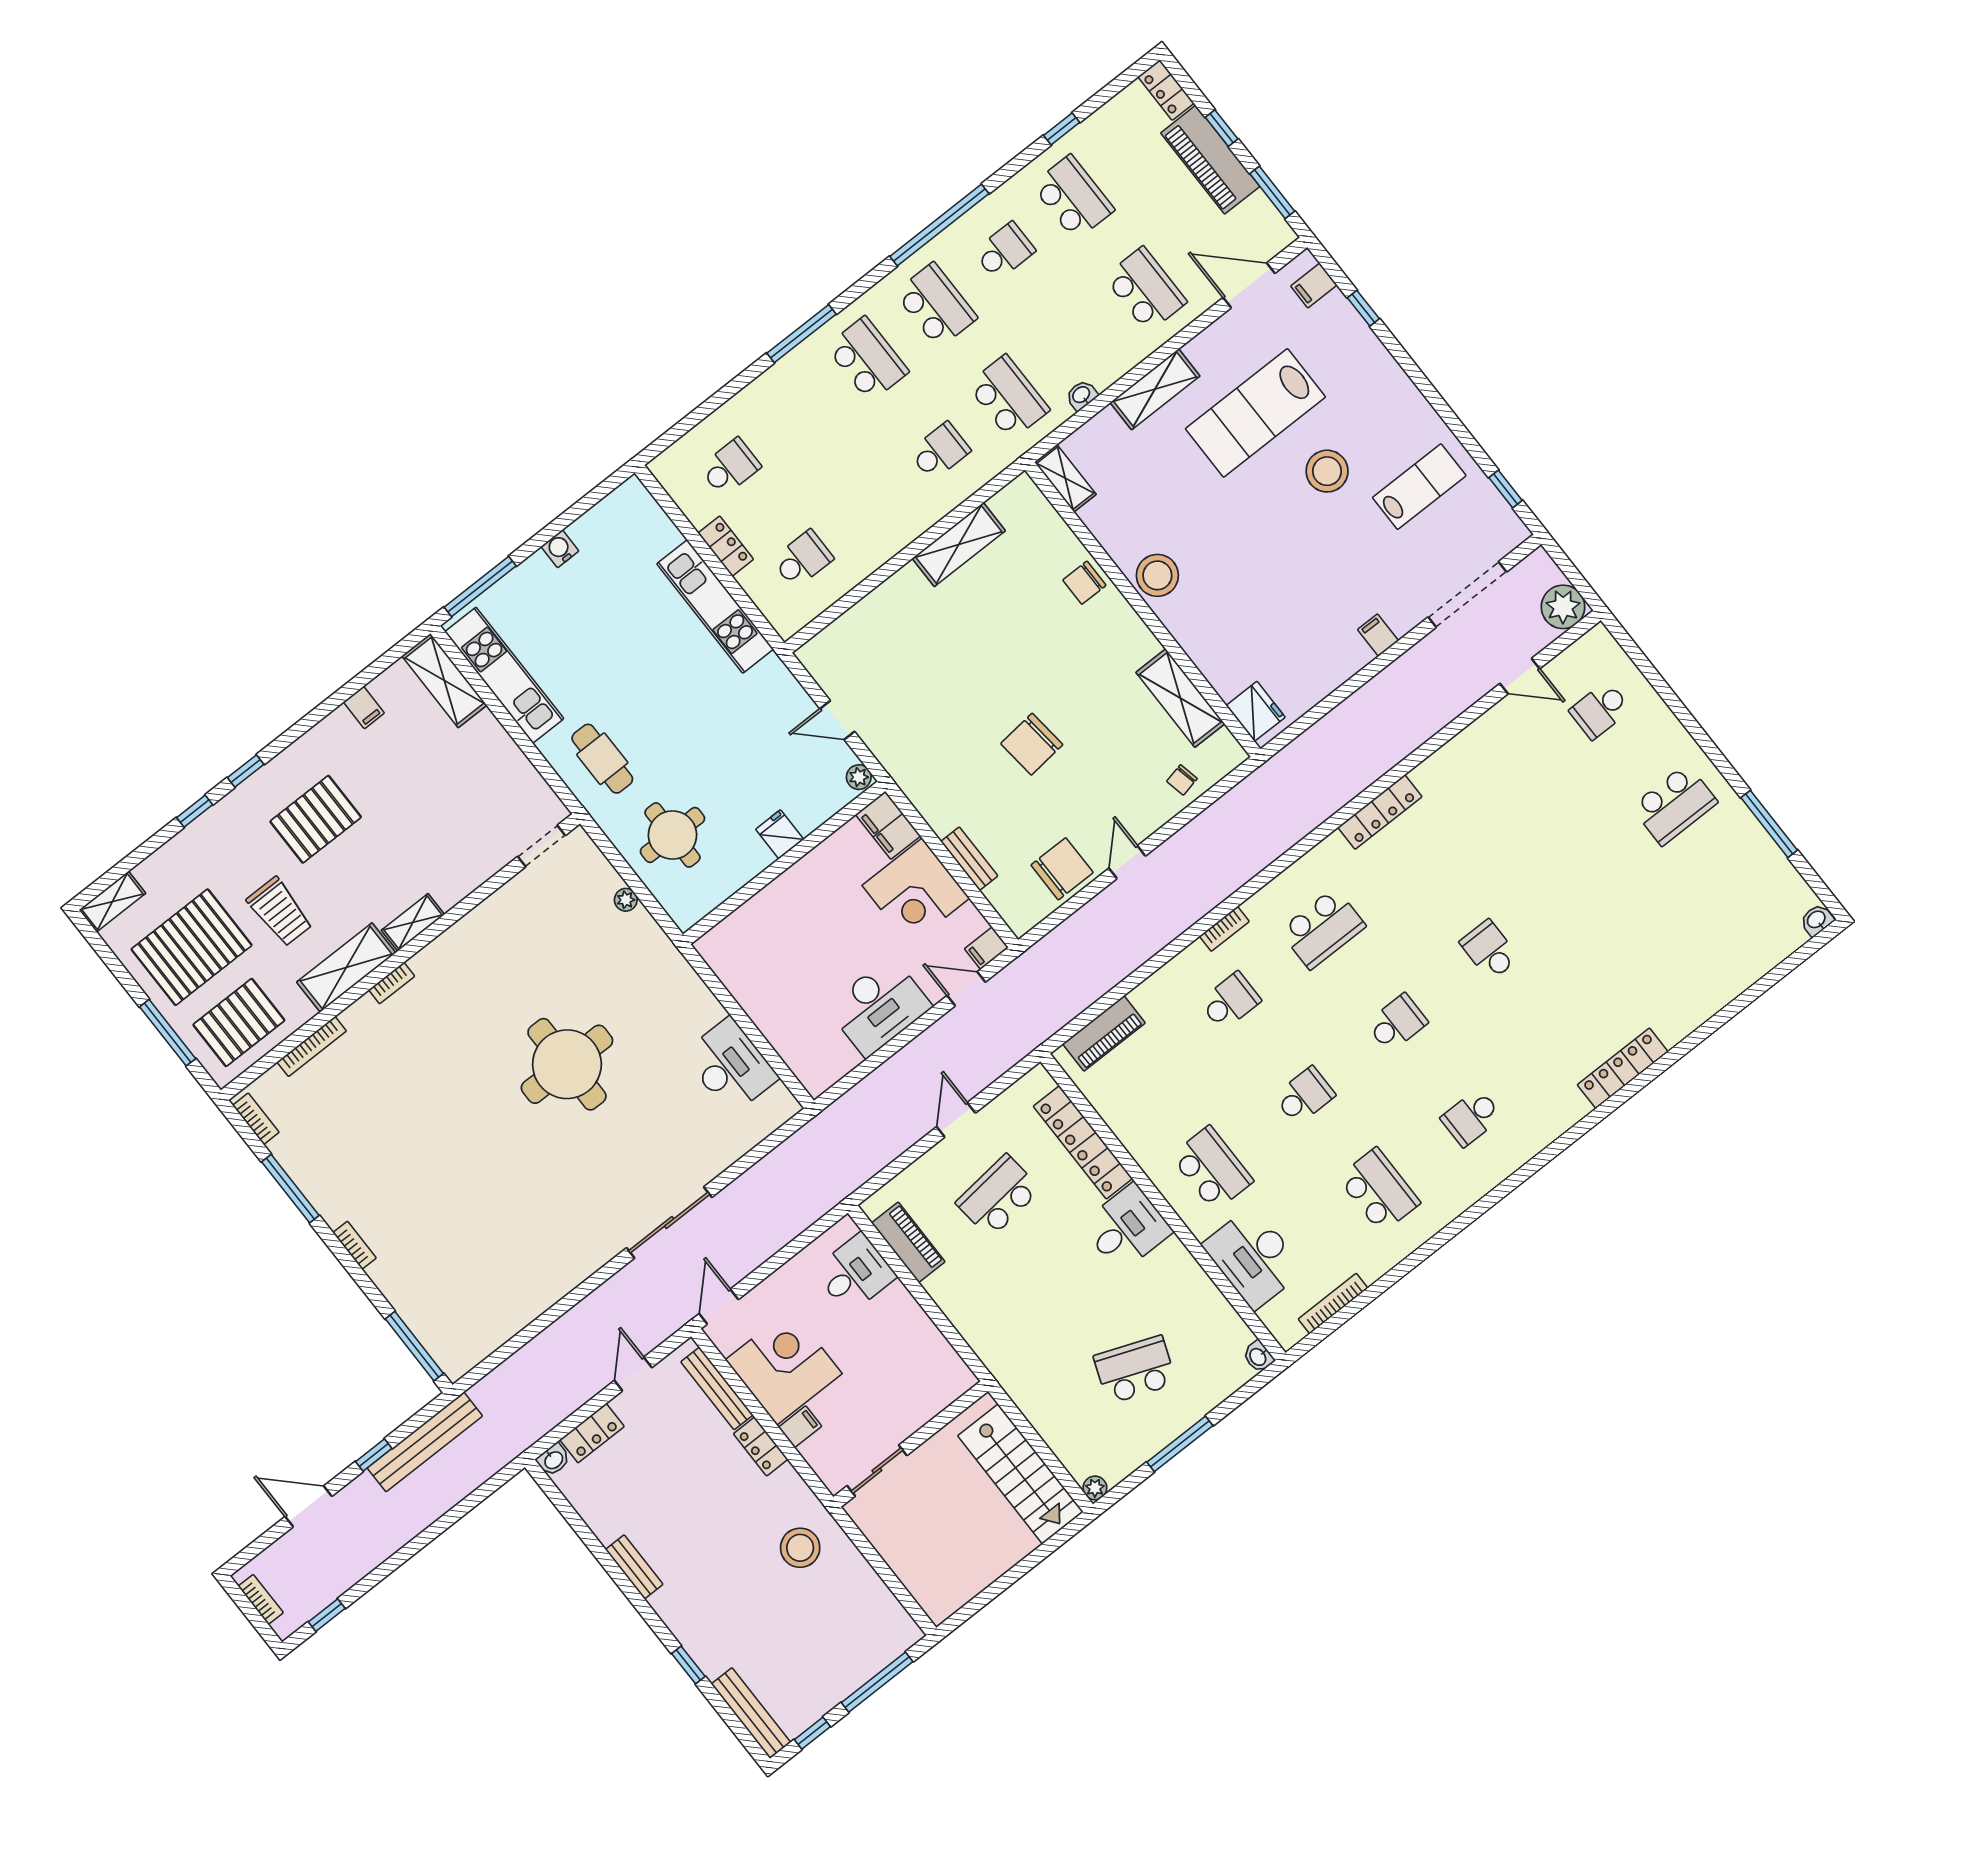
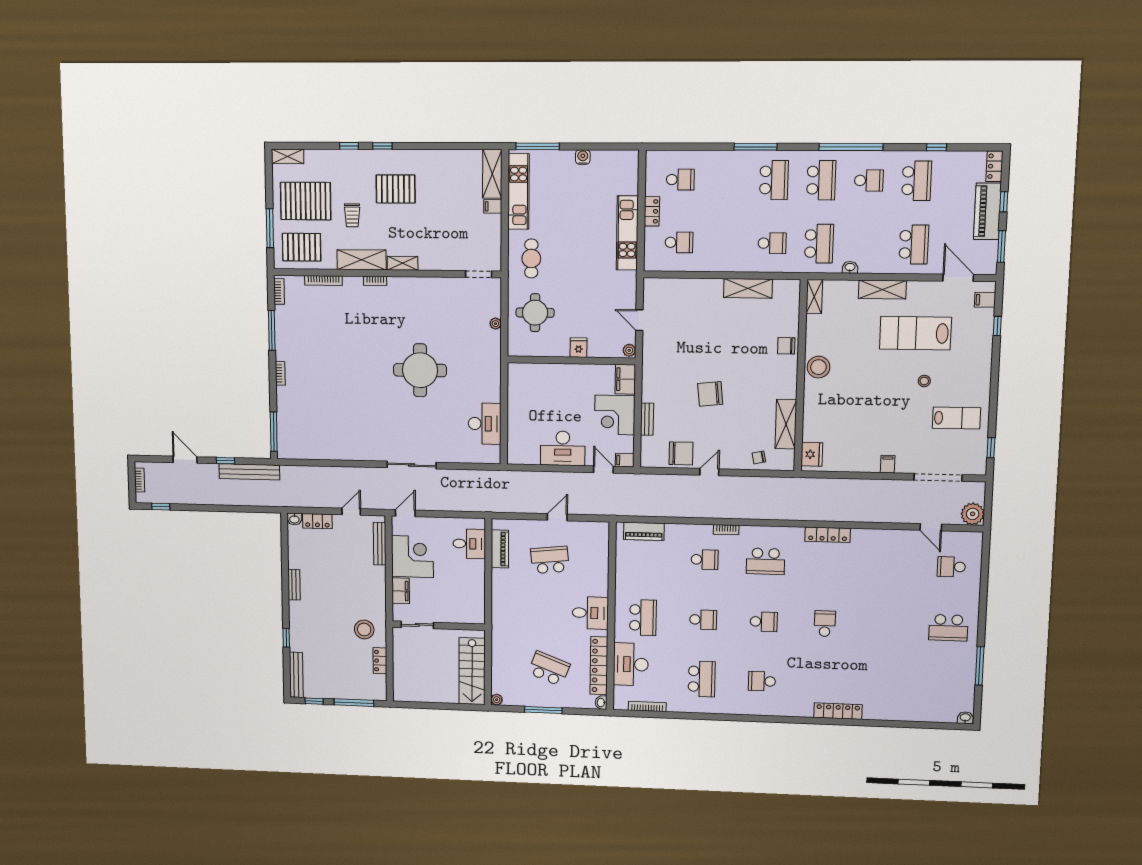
stool: (1327, 471) -> (924, 381), width x0.53, depth x0.53
filing cabinet: (364, 707) -> (493, 206), moved, turned 90
trolley: (280, 912) -> (352, 215), width x0.73, depth x0.72
locker: (1083, 1142) -> (599, 666), moved
filing cabinet: (800, 1427) -> (401, 591), width x2.00
locker: (761, 1447) -> (380, 661), moved

